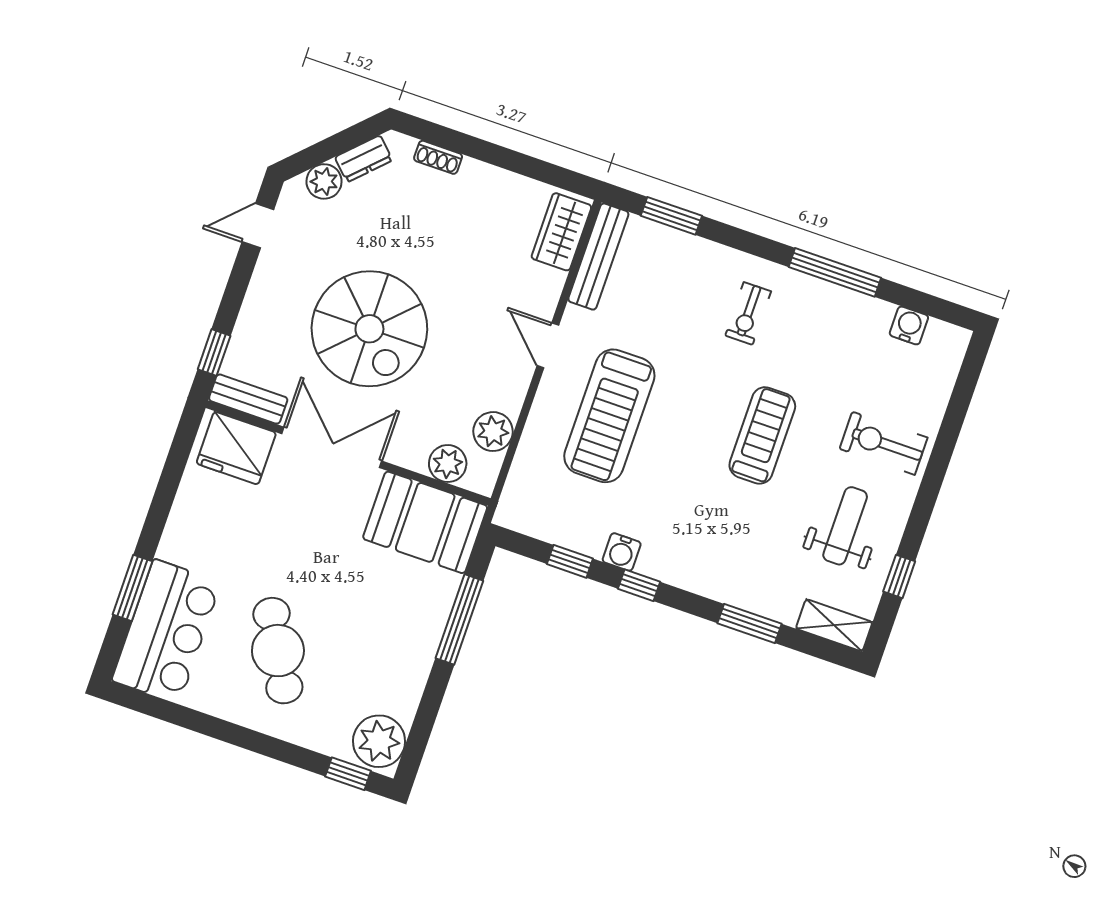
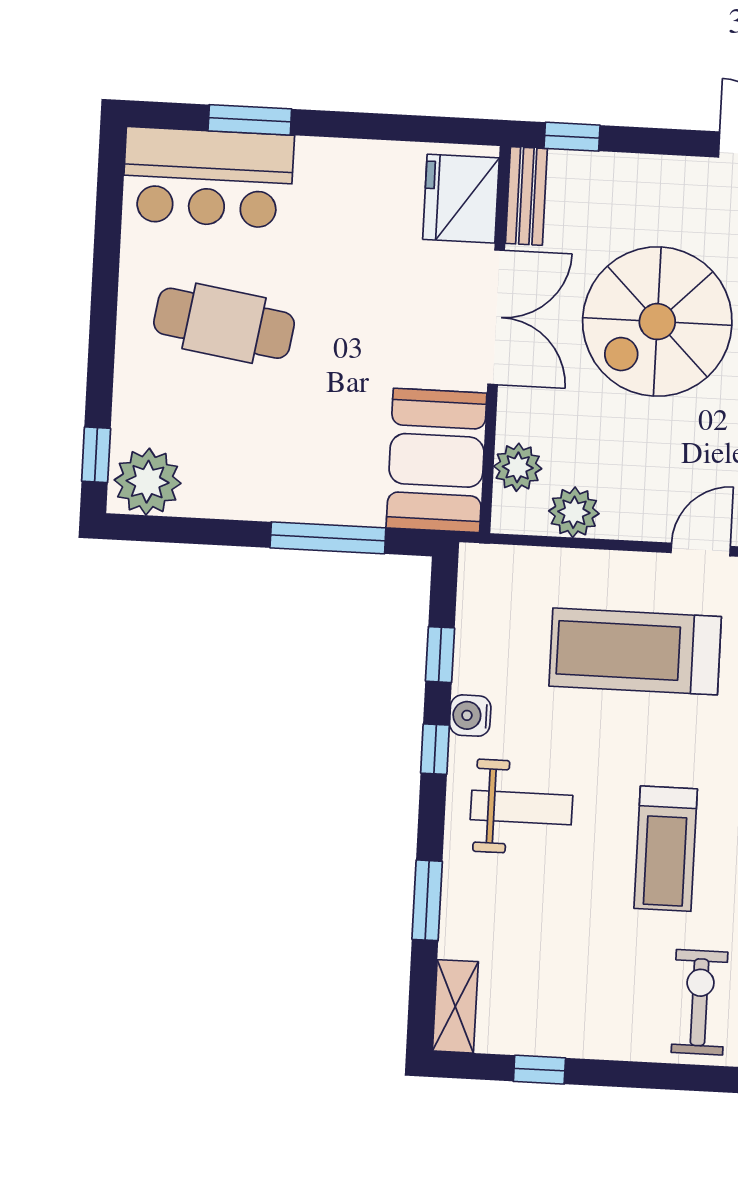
treadmill: (762, 435) -> (666, 849), turned 90
weight bench: (845, 526) -> (521, 808), moved
cafe table: (278, 651) -> (224, 323), turned 38

